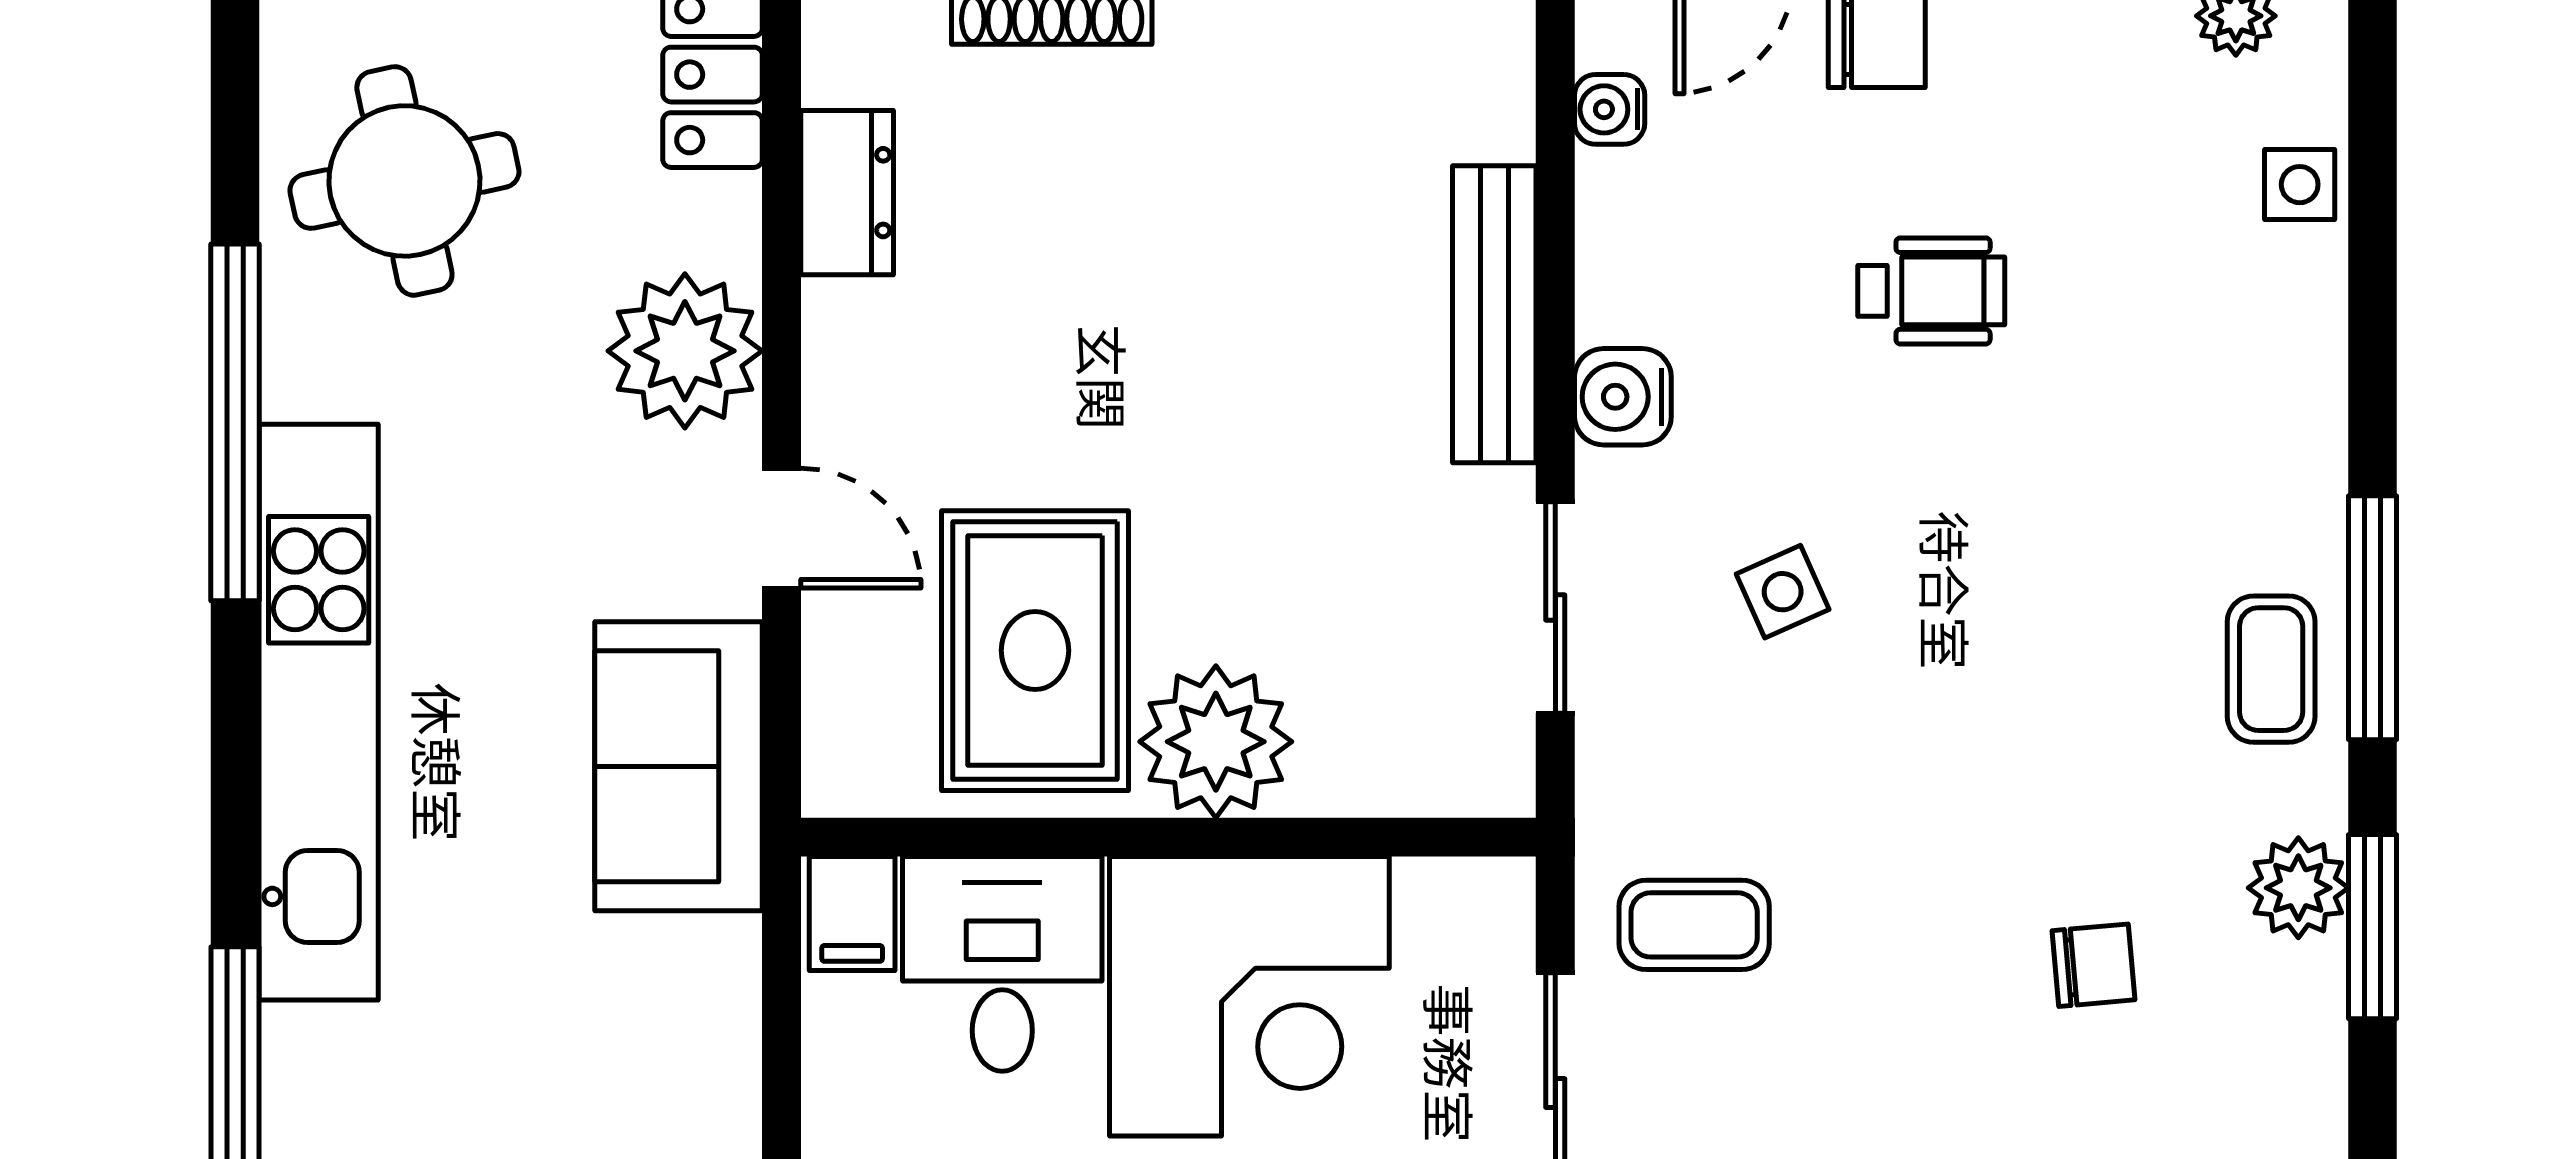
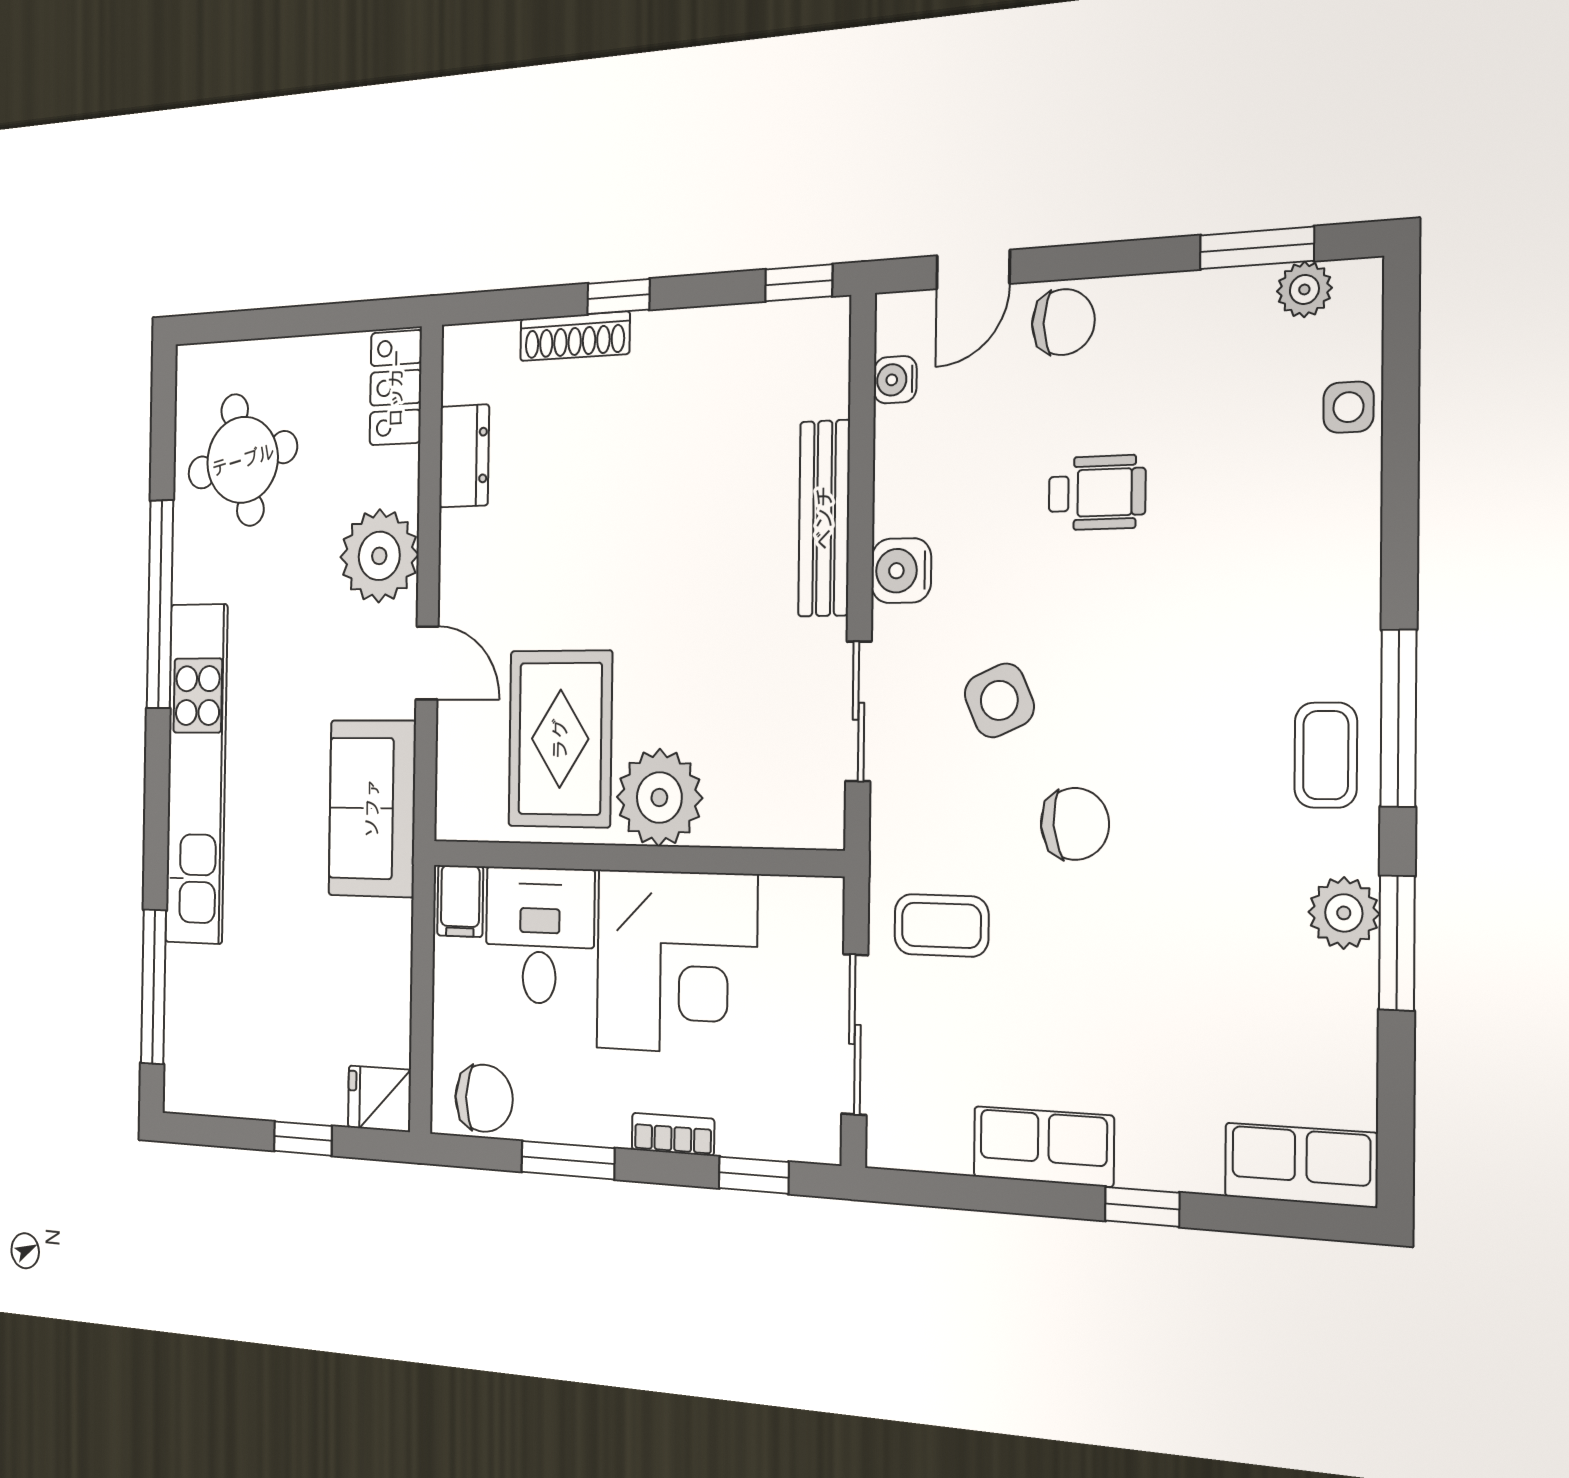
side table: (1783, 592) -> (999, 700), width x1.37, depth x1.37
chair: (2094, 965) -> (1075, 824), moved, width x1.37, depth x1.37

